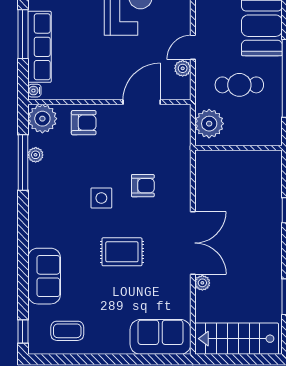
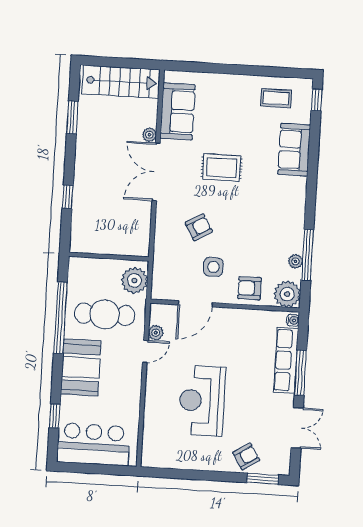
cafe table: (239, 85) -> (105, 314), width x1.37, depth x1.35
armchair: (143, 186) -> (199, 227), turned 150
side table: (101, 198) -> (213, 267), moved
sofa: (160, 337) -> (178, 112), moved, turned -90

